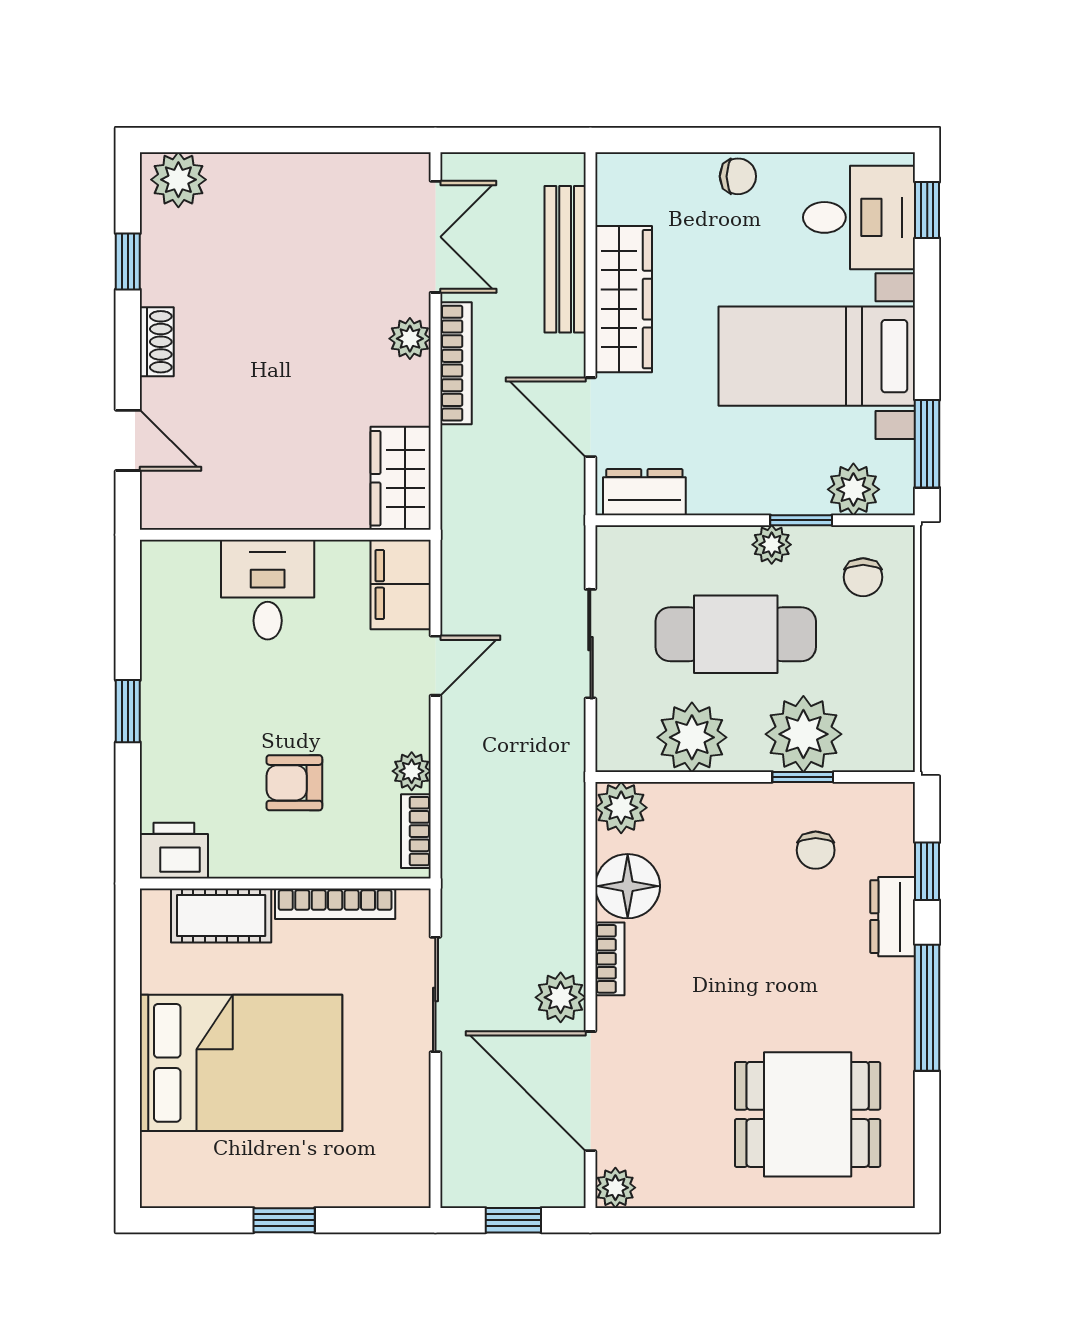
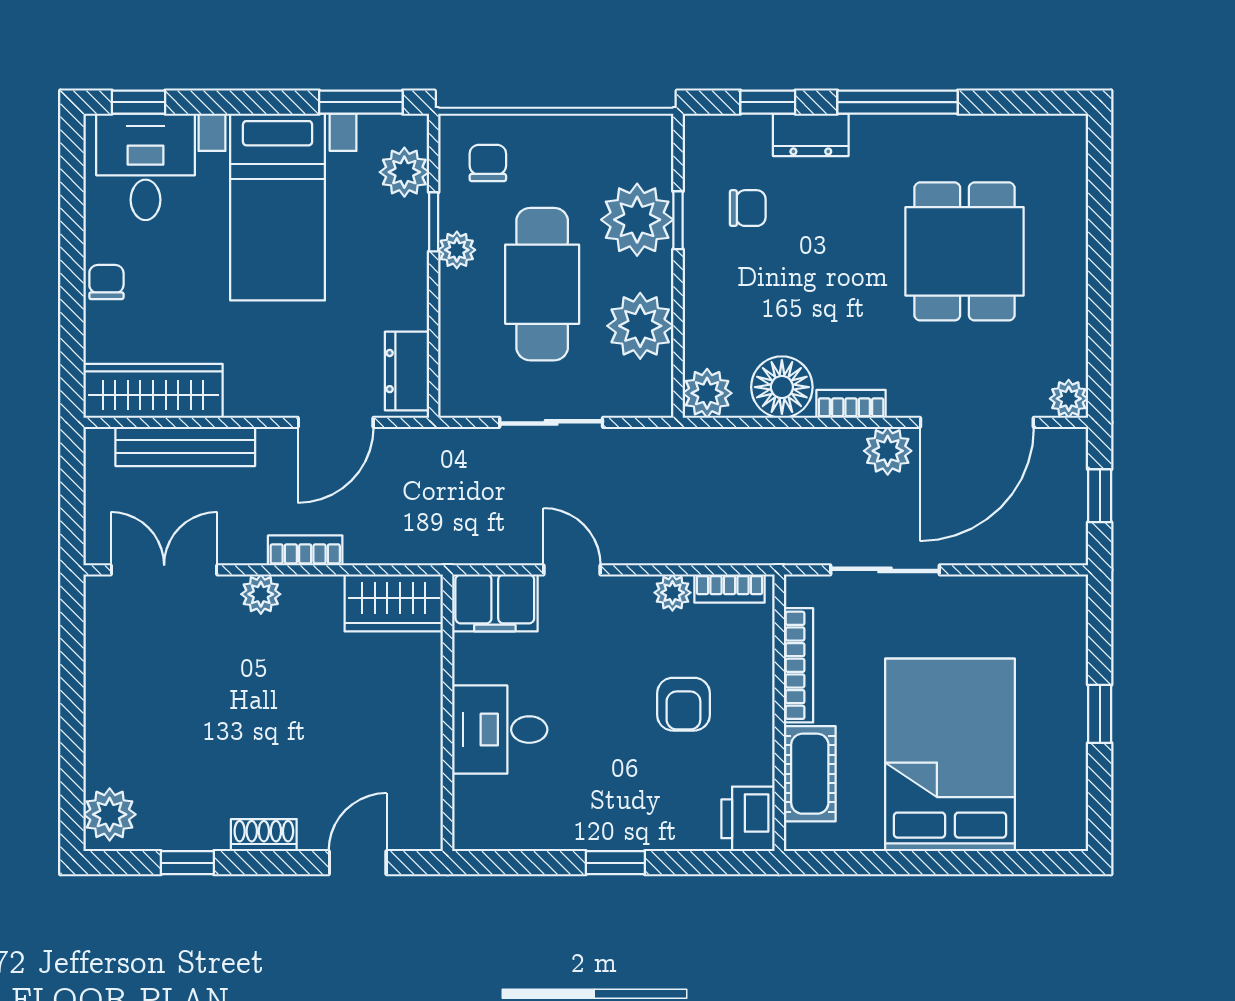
wardrobe: (624, 299) -> (153, 391), moved
bookcase: (456, 363) -> (305, 550), width x0.64
chair: (863, 577) -> (488, 163), turned -90
dining table: (808, 1114) -> (965, 251), moved

